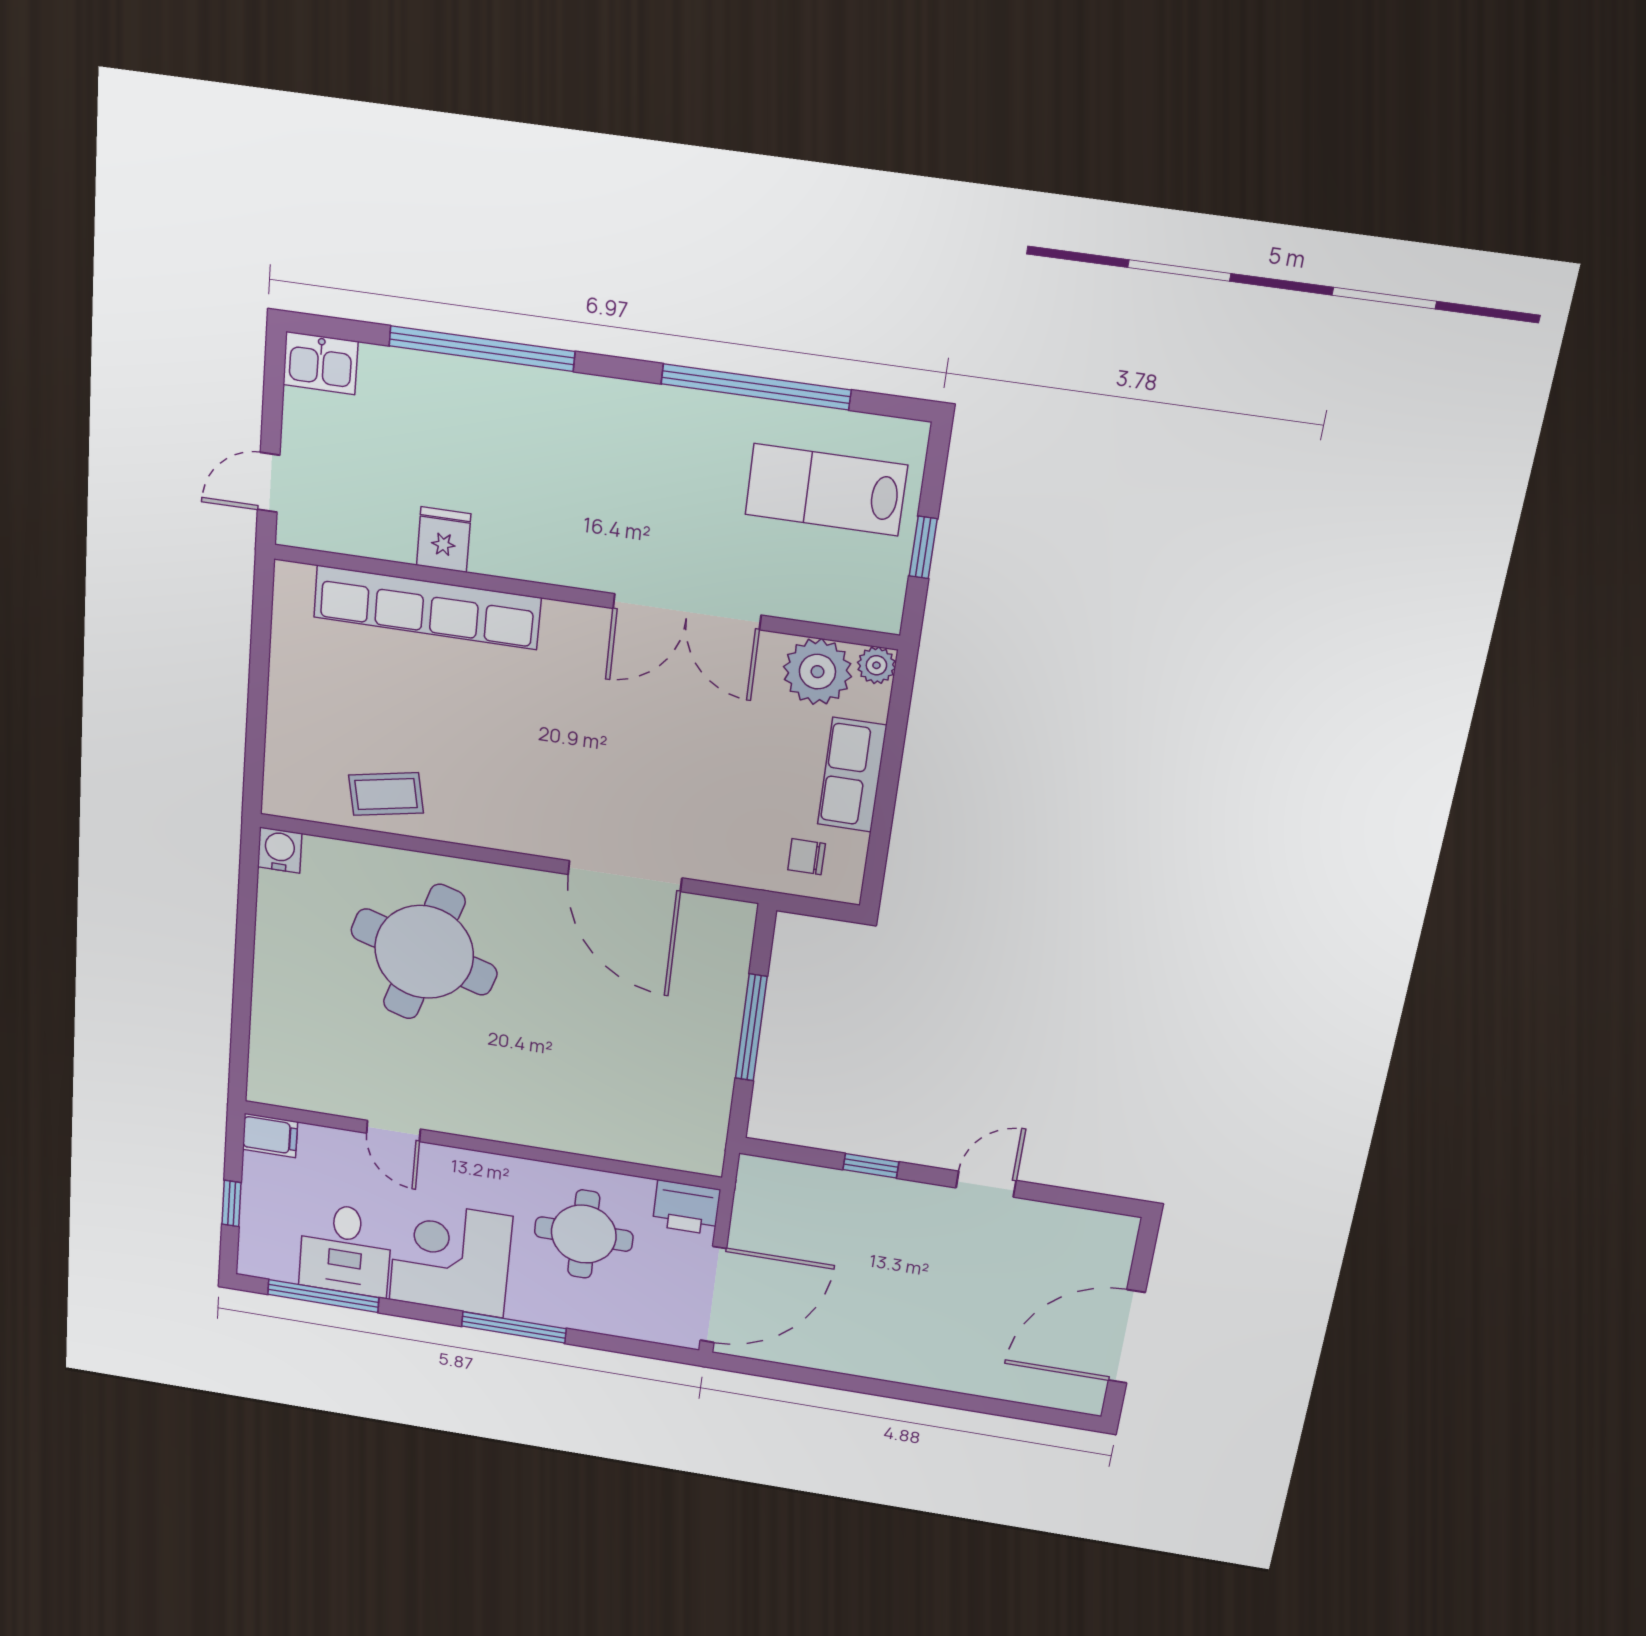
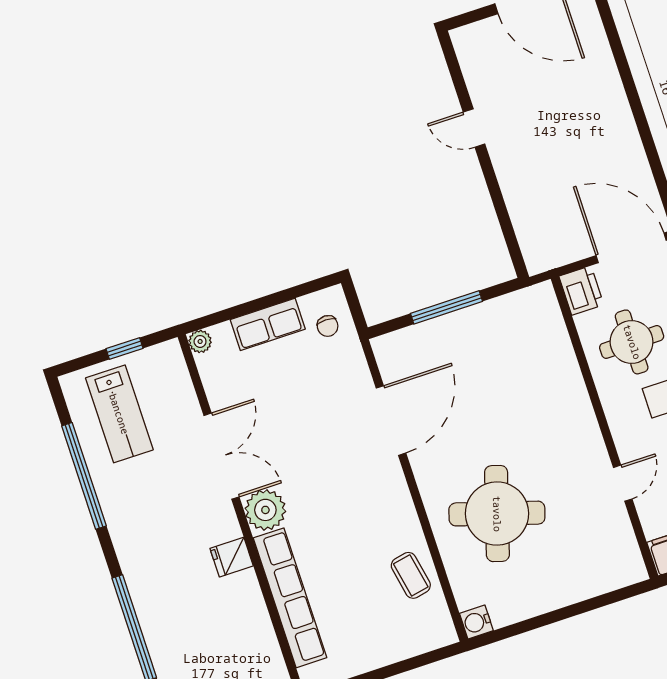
fridge: (444, 540) -> (232, 557), moved
plant: (817, 672) -> (265, 510), moved
window: (871, 1166) -> (497, 198), removed

